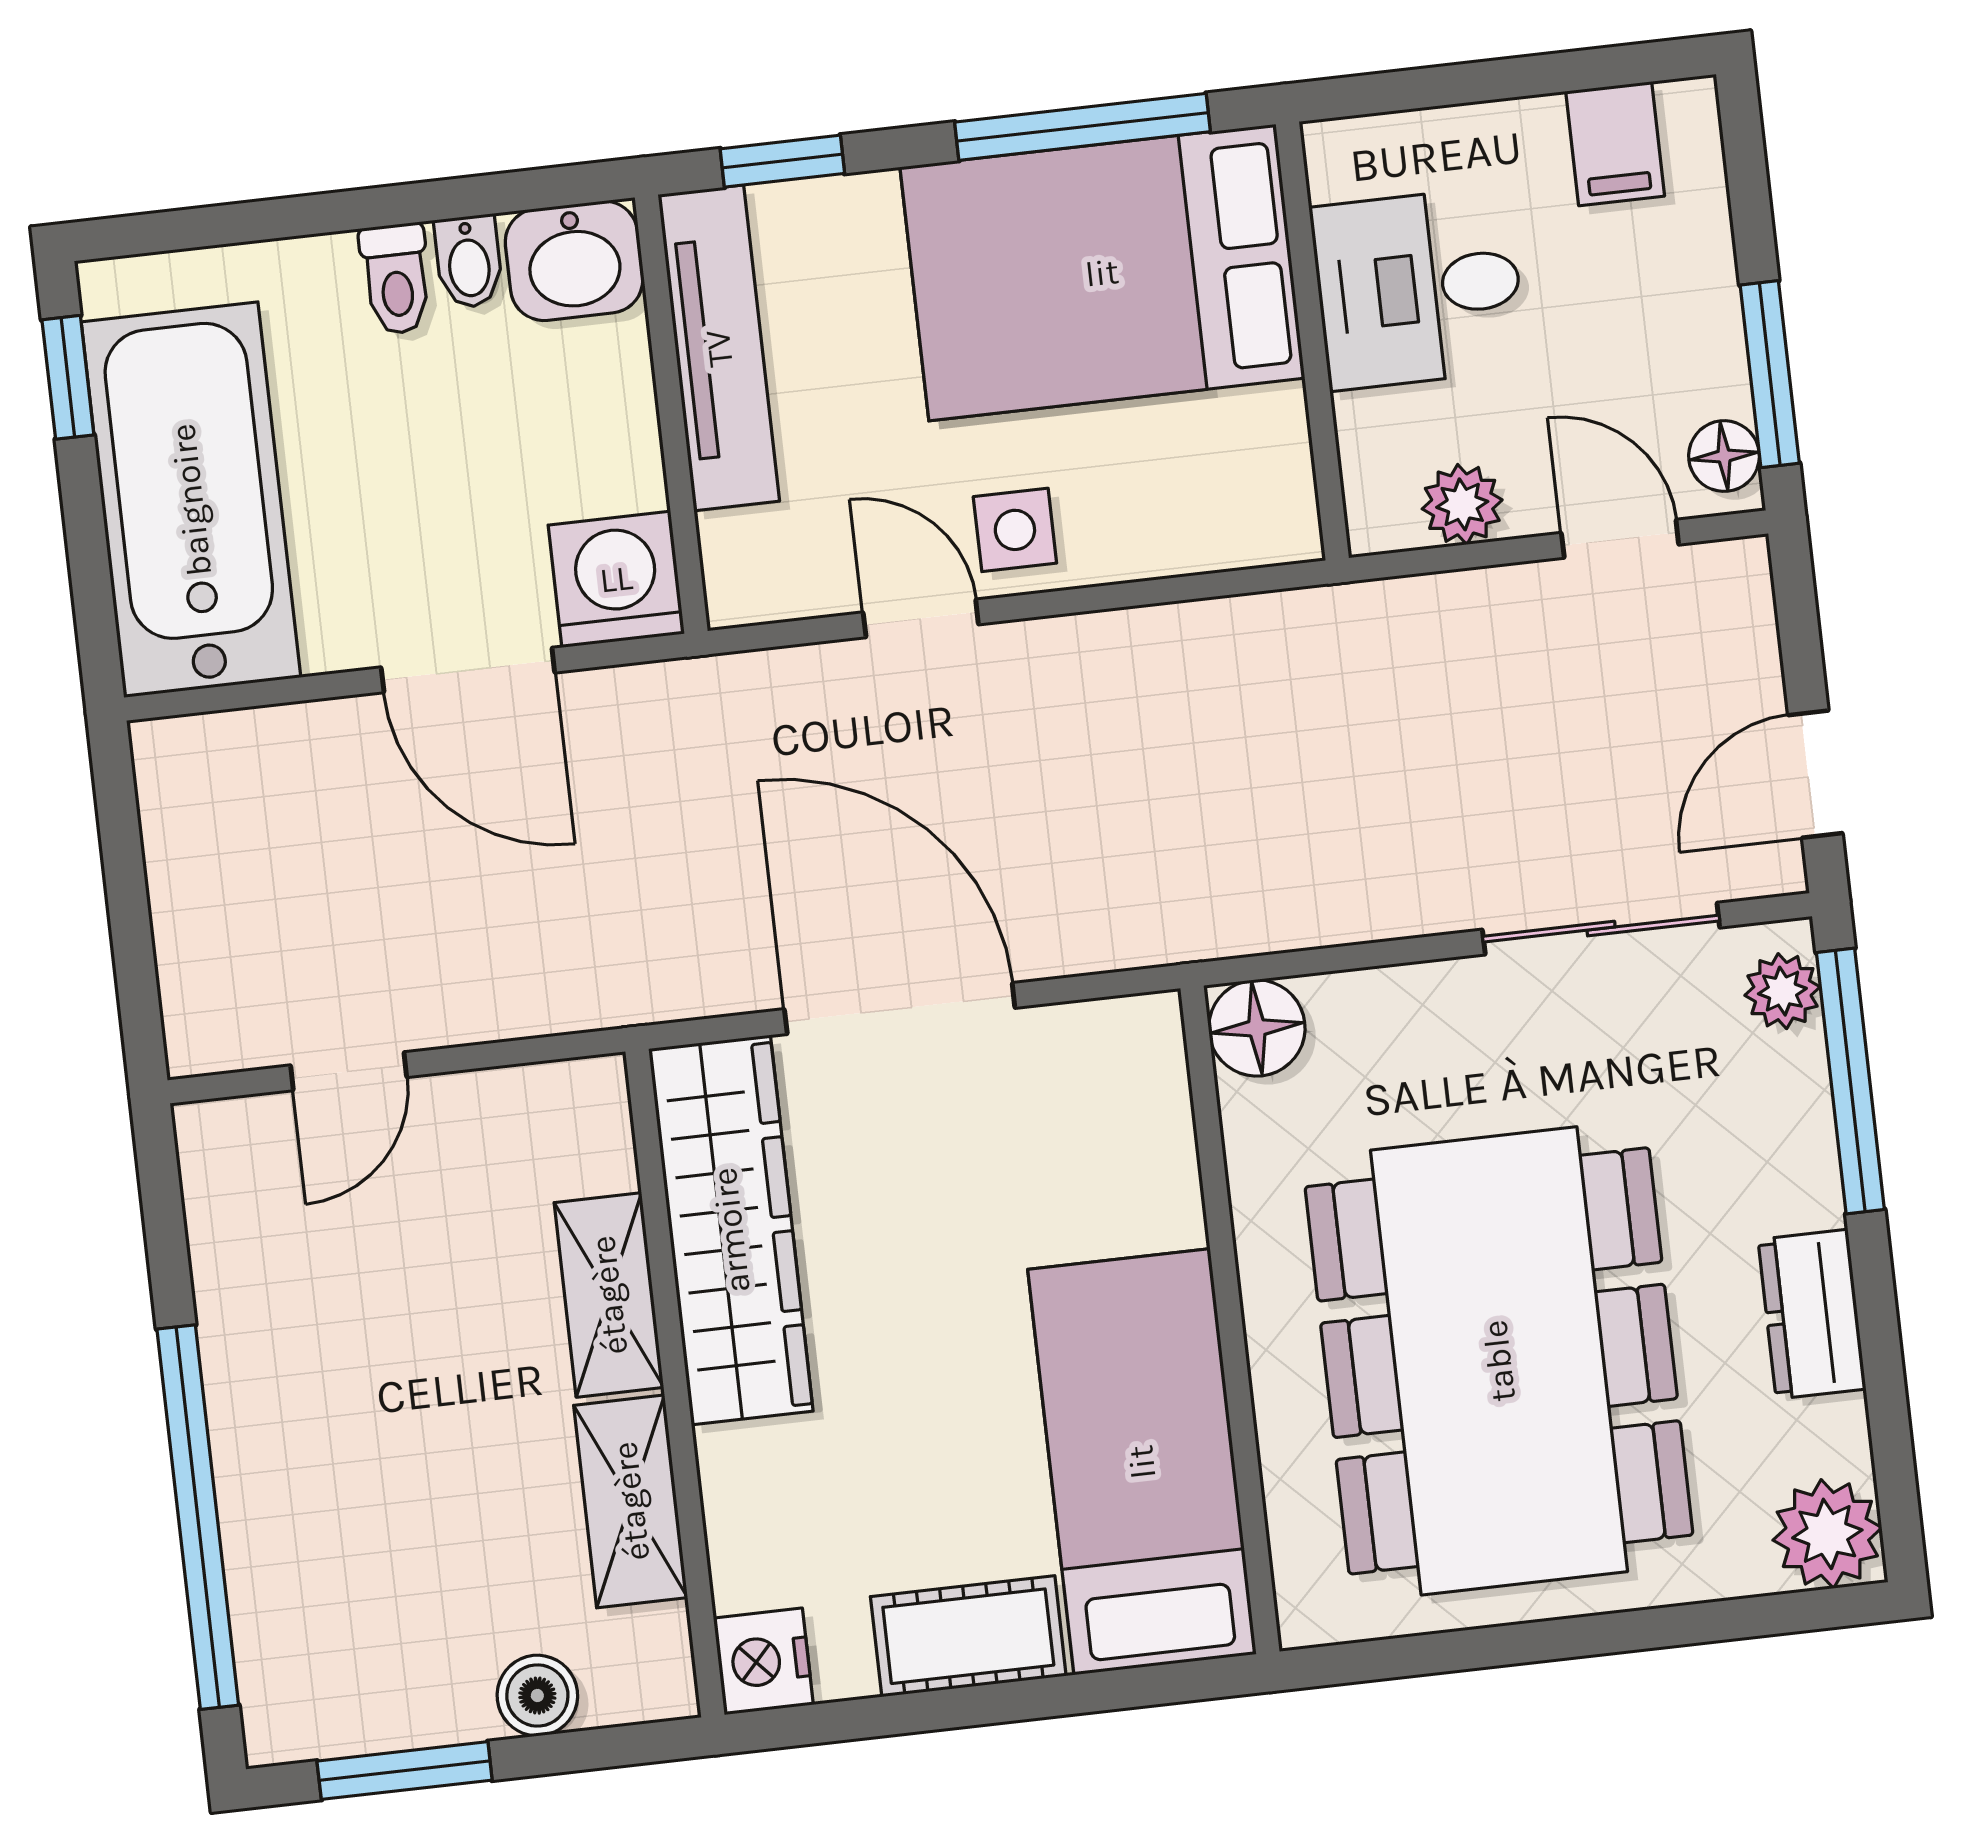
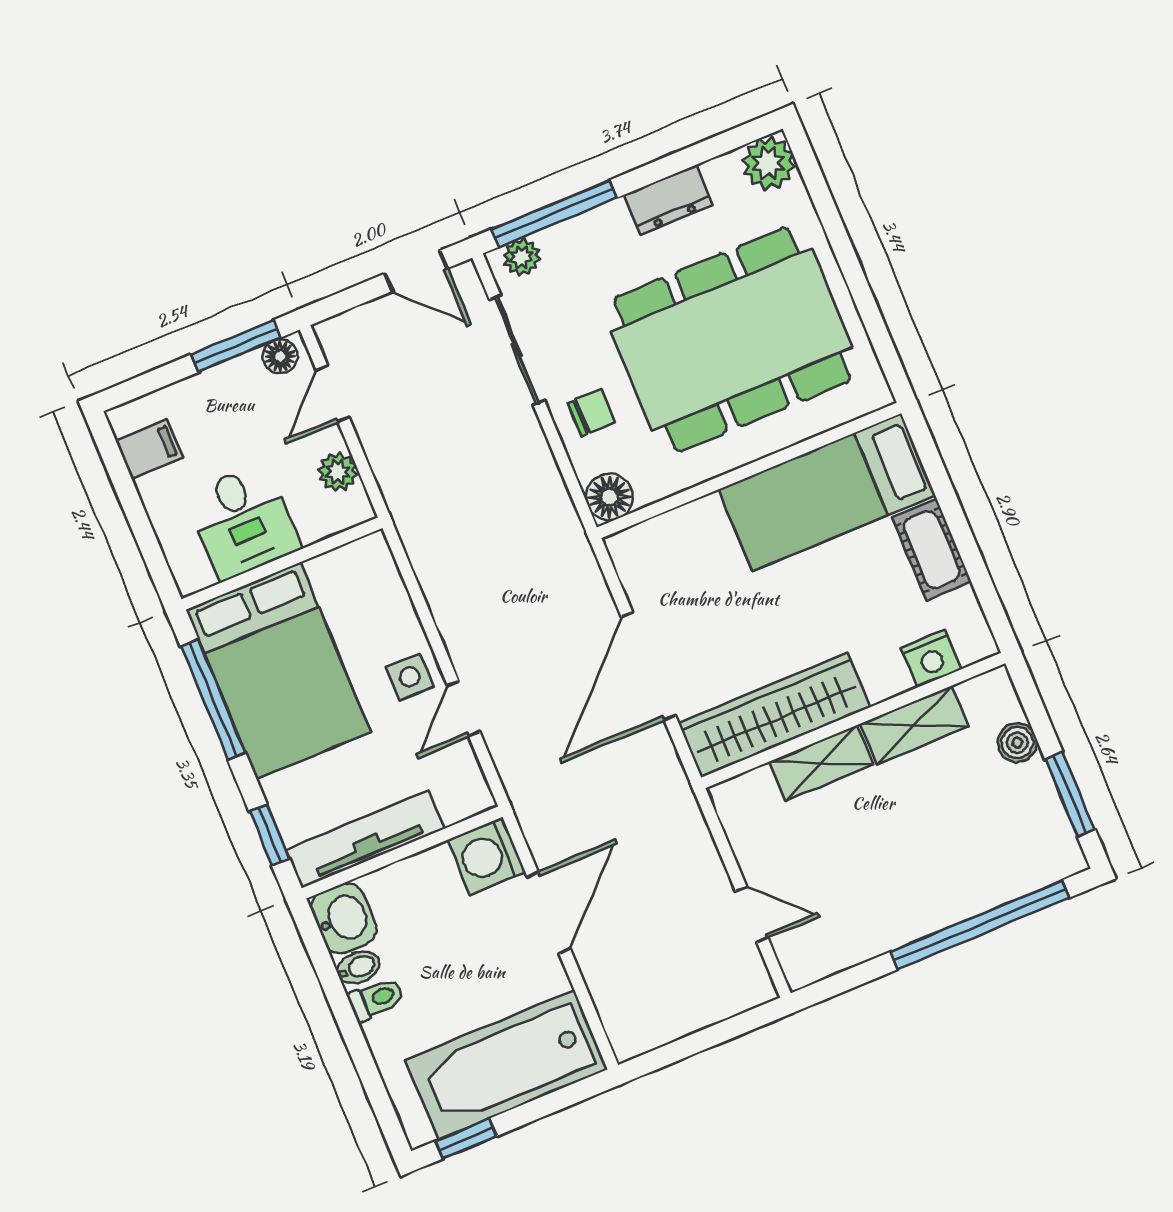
chair: (1435, 1041) -> (592, 412), added
nightstand: (763, 1661) -> (931, 658), moved

